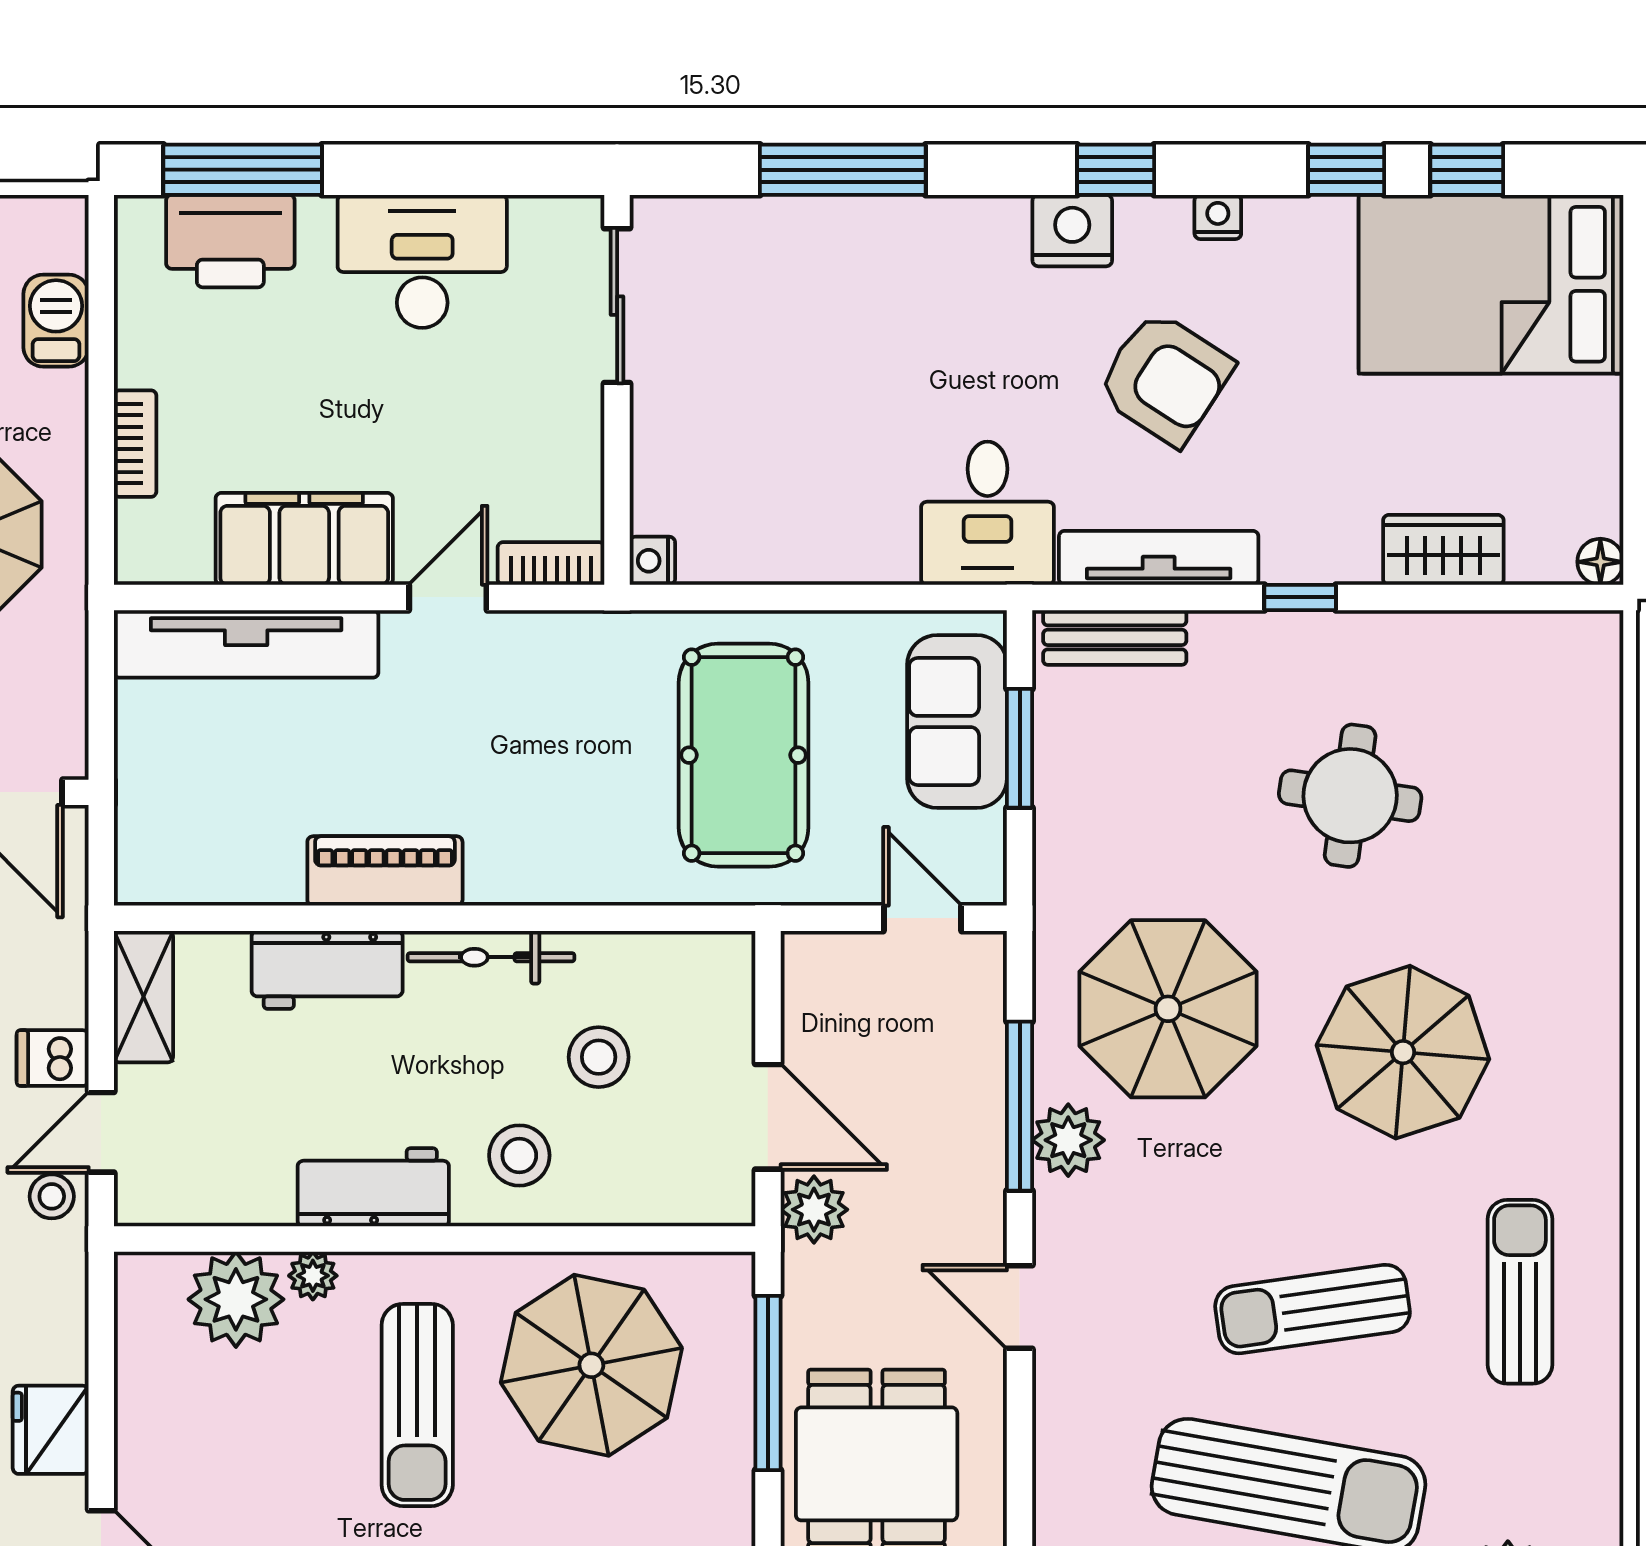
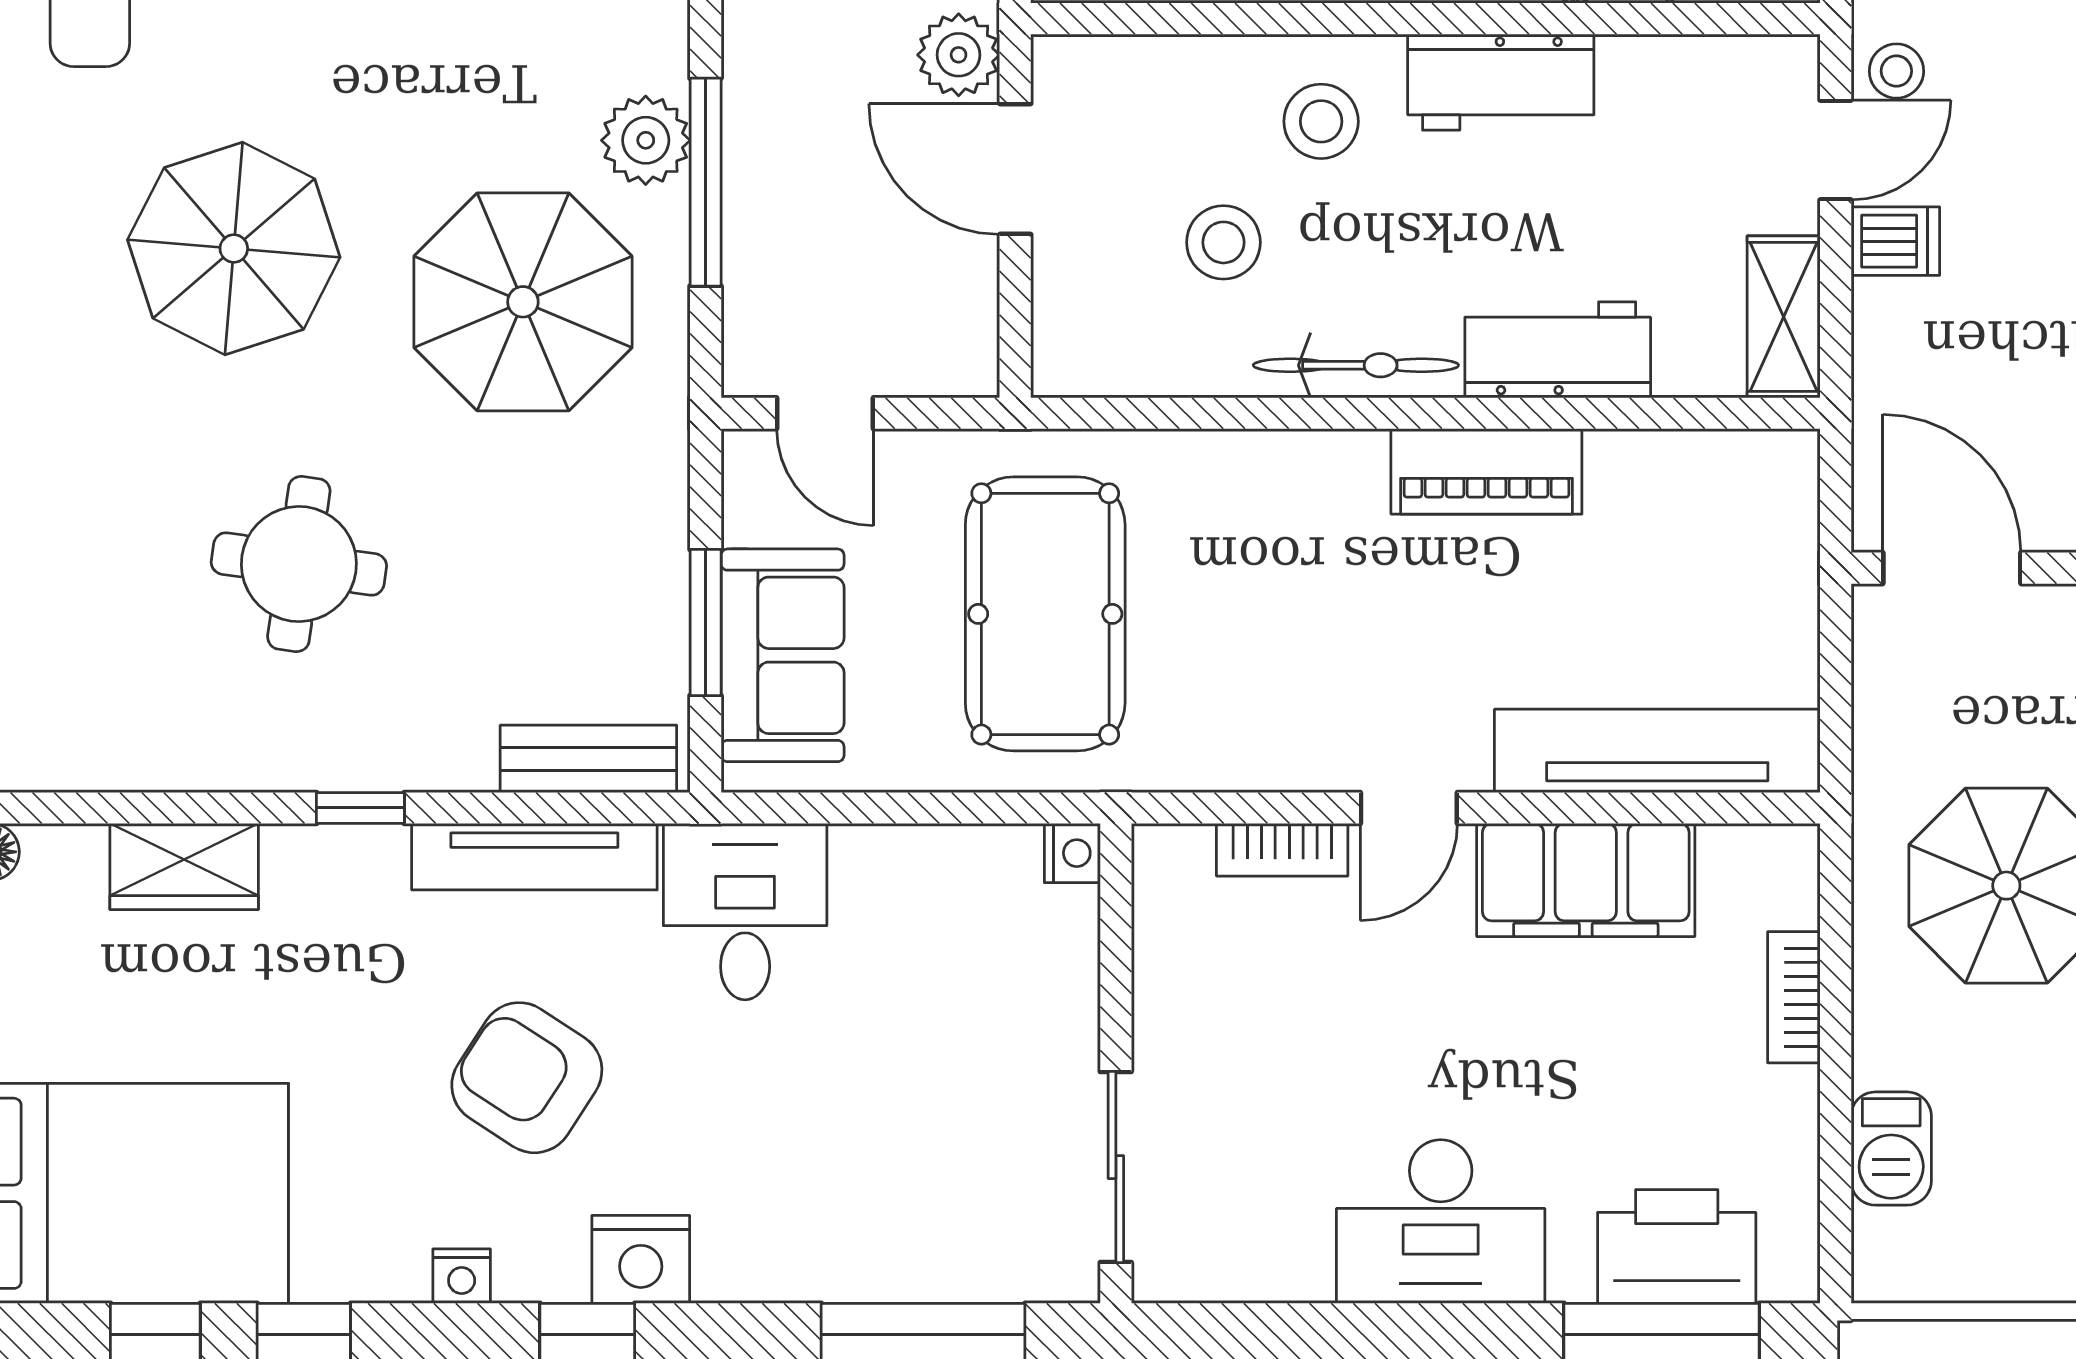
sliding door: (617, 306) -> (1116, 1167), moved
wall: (617, 390) -> (1116, 1063), moved
nightstand: (652, 561) -> (1072, 853), moved

